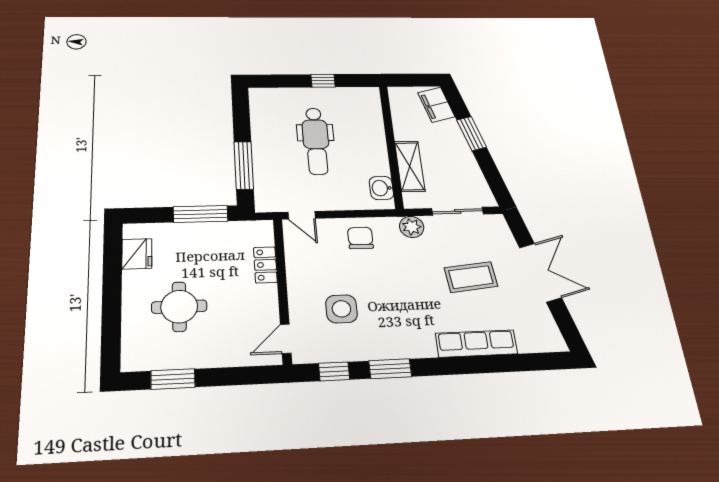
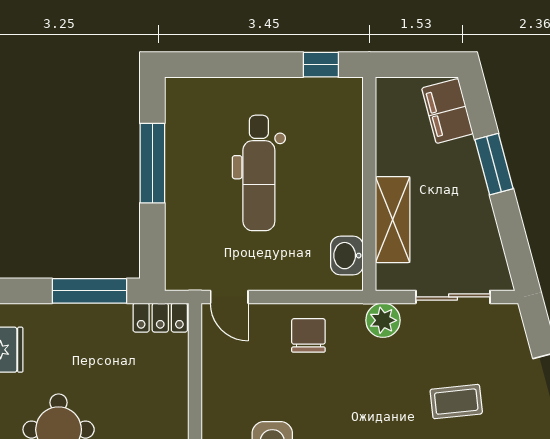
window: (323, 81) -> (321, 65), moved
window: (244, 165) -> (152, 163), moved
locker: (265, 265) -> (160, 318), moved, turned -90
coffee table: (471, 277) -> (456, 402), width x0.73, depth x0.77

